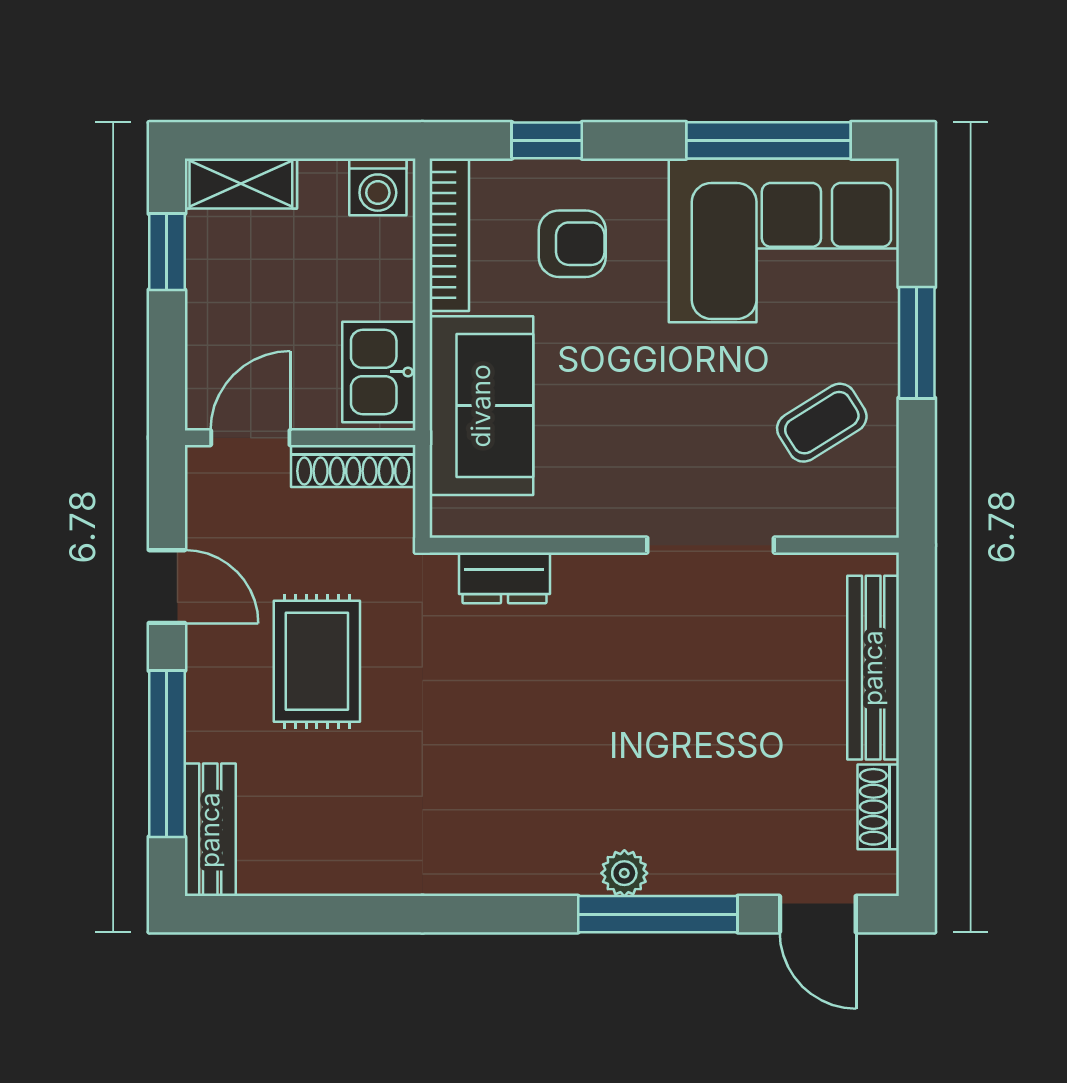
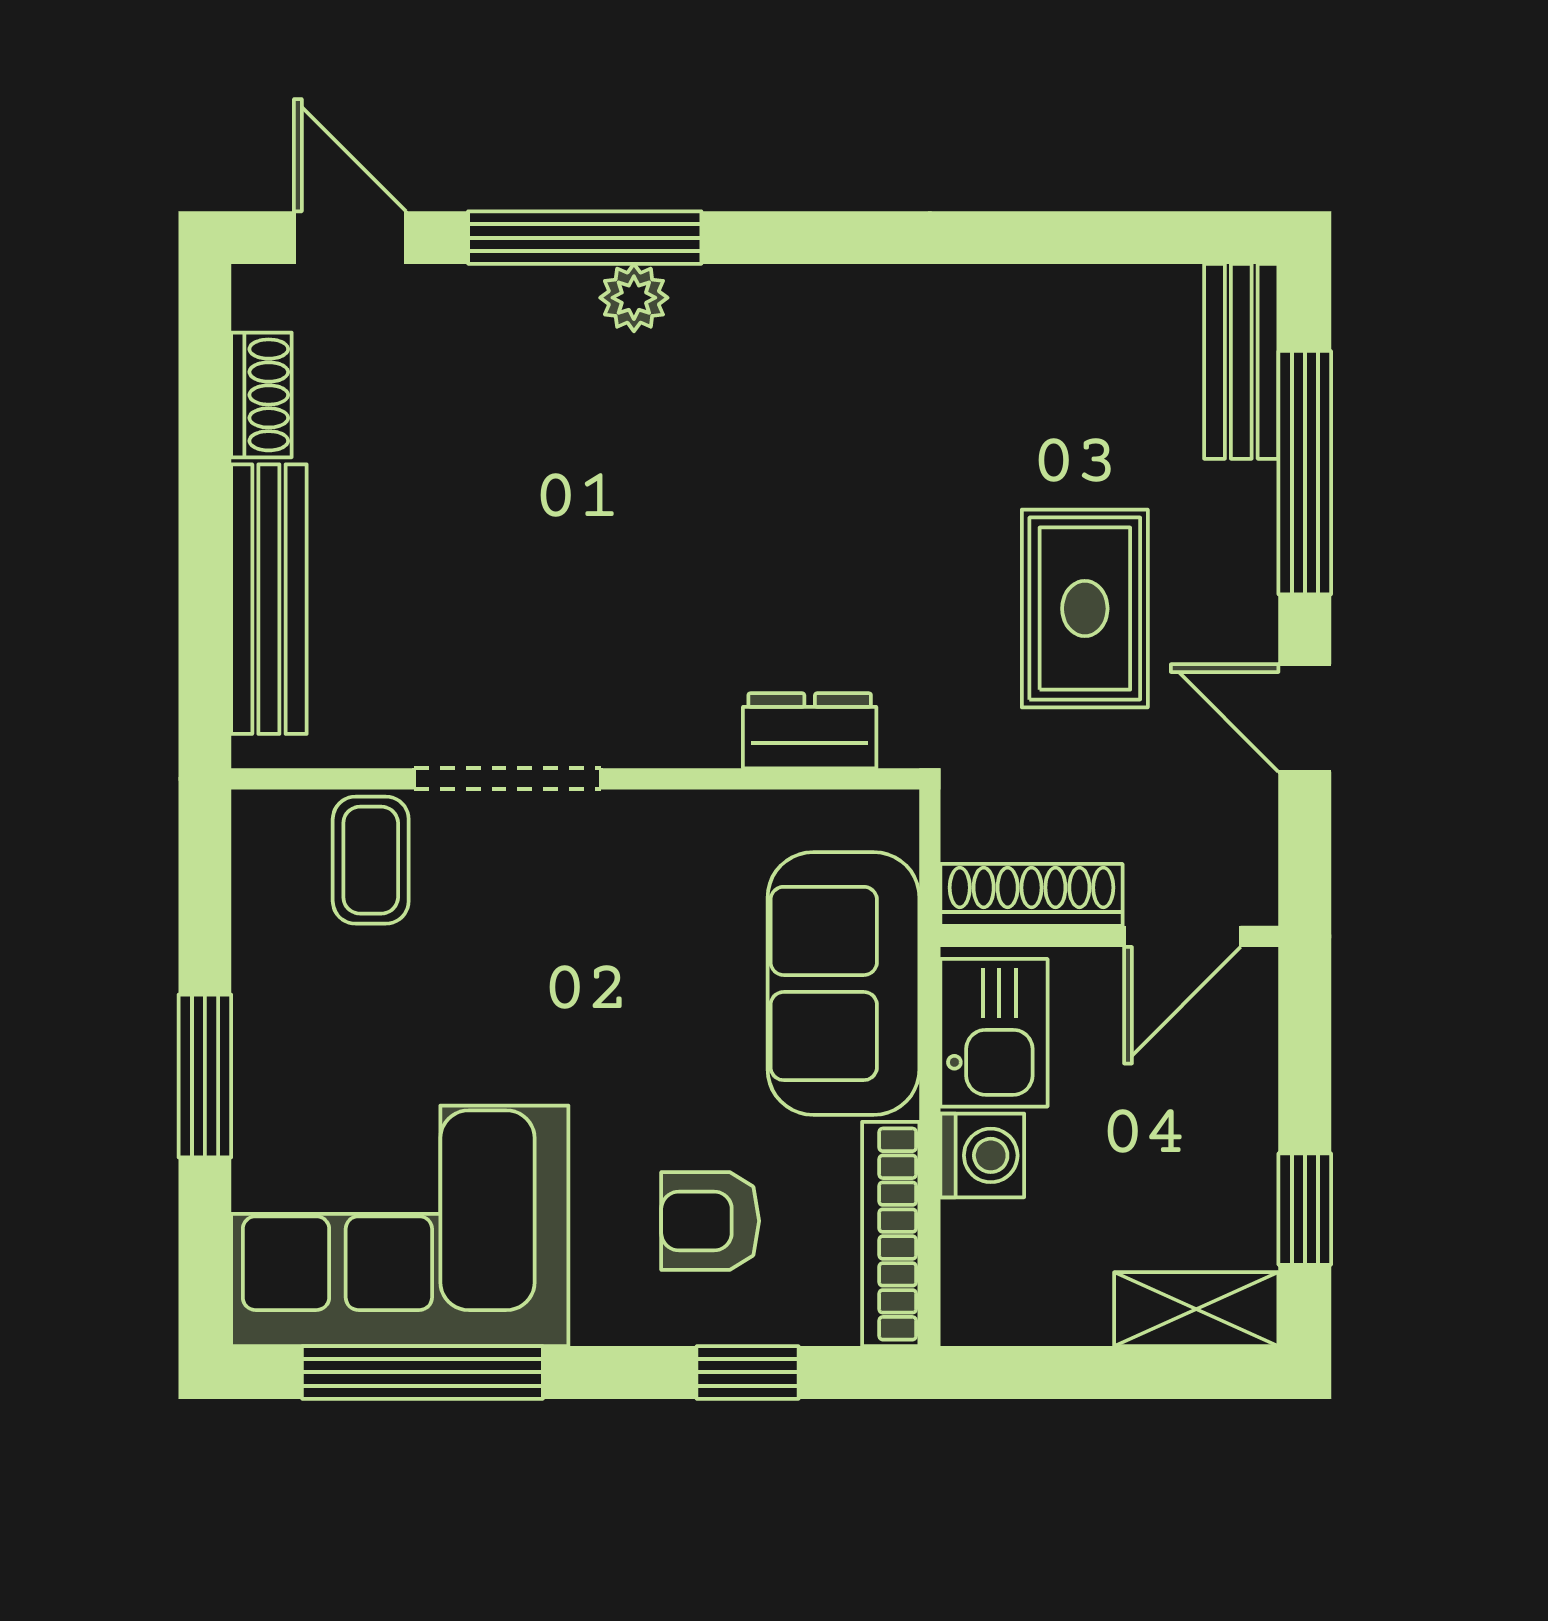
washing machine: (378, 187) -> (982, 1155), moved, turned 90
coffee table: (822, 423) -> (371, 860), moved, turned -58

